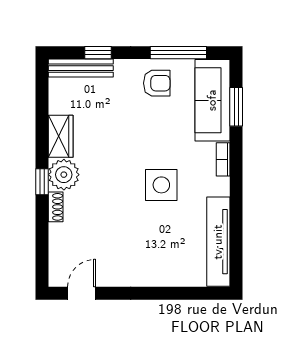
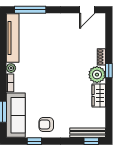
window: (98, 53) -> (91, 141), moved
window: (178, 53) -> (34, 141), width x0.46
side table: (161, 185) -> (44, 69), removed
plant: (221, 186) -> (11, 68), added
window: (186, 293) -> (30, 10), added

